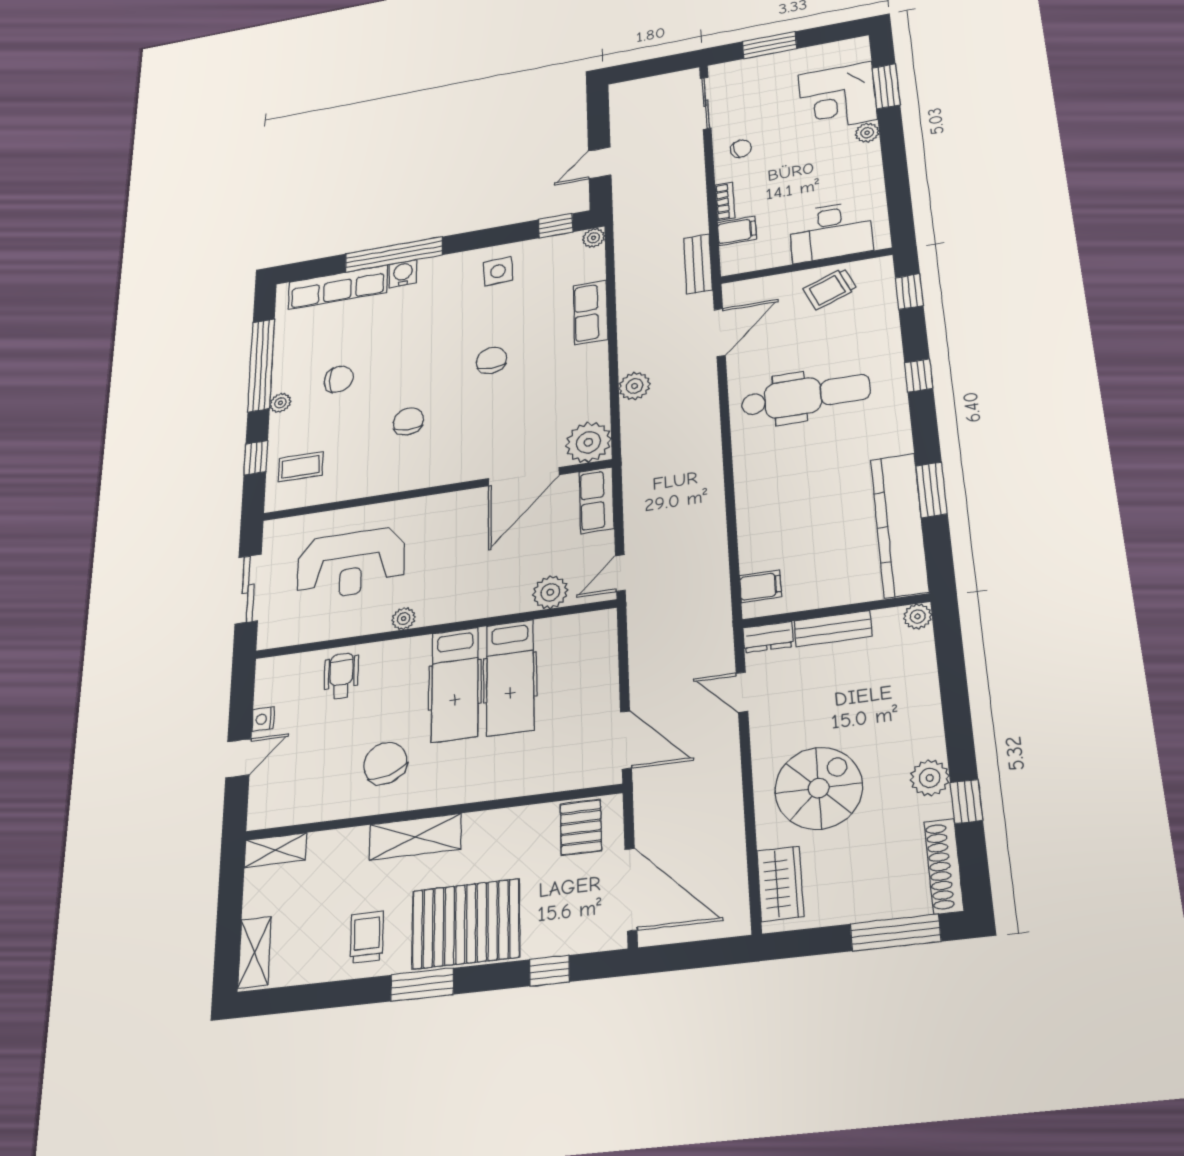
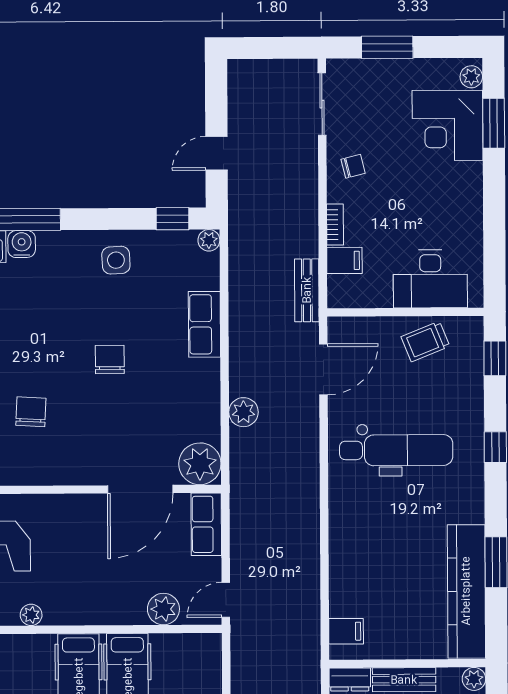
plant: (867, 133) -> (471, 77), moved

